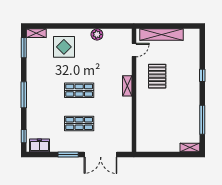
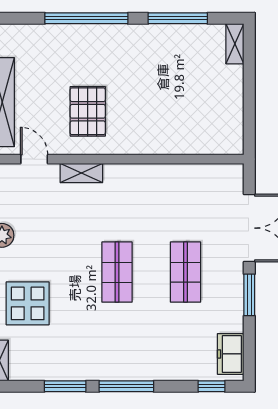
window: (24, 48) -> (65, 386), moved
window: (202, 75) -> (86, 18), width x3.17
pallet: (157, 76) -> (88, 111), turned 90
shelving: (127, 86) -> (81, 173), moved

